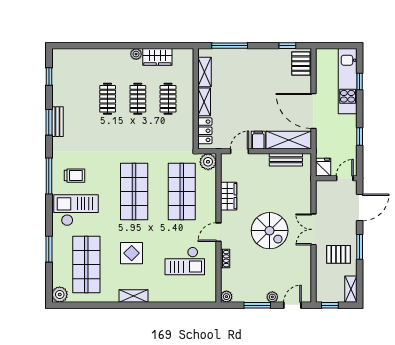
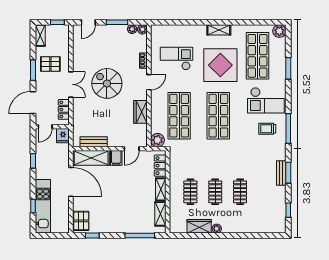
locker: (322, 199) -> (64, 109), added
display table: (132, 253) -> (220, 65), width x1.86, depth x1.86
plant: (272, 297) -> (132, 29), moved

